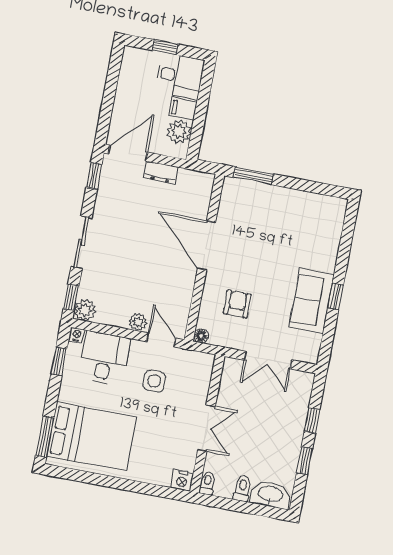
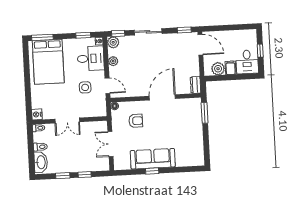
dresser: (161, 173) -> (195, 85), moved
sofa: (312, 301) -> (153, 159), width x1.36
plant: (138, 322) -> (113, 61), moved
door: (161, 340) -> (107, 86), hinge flipped

